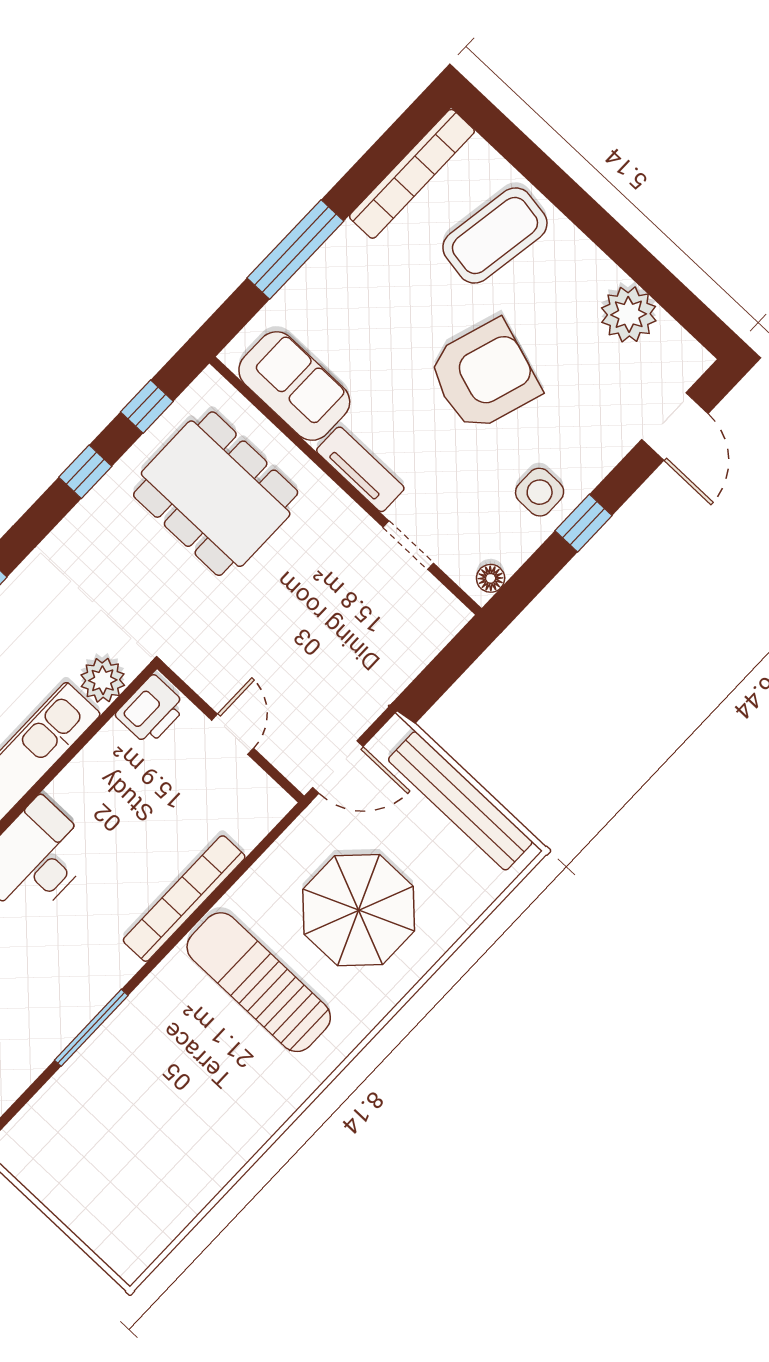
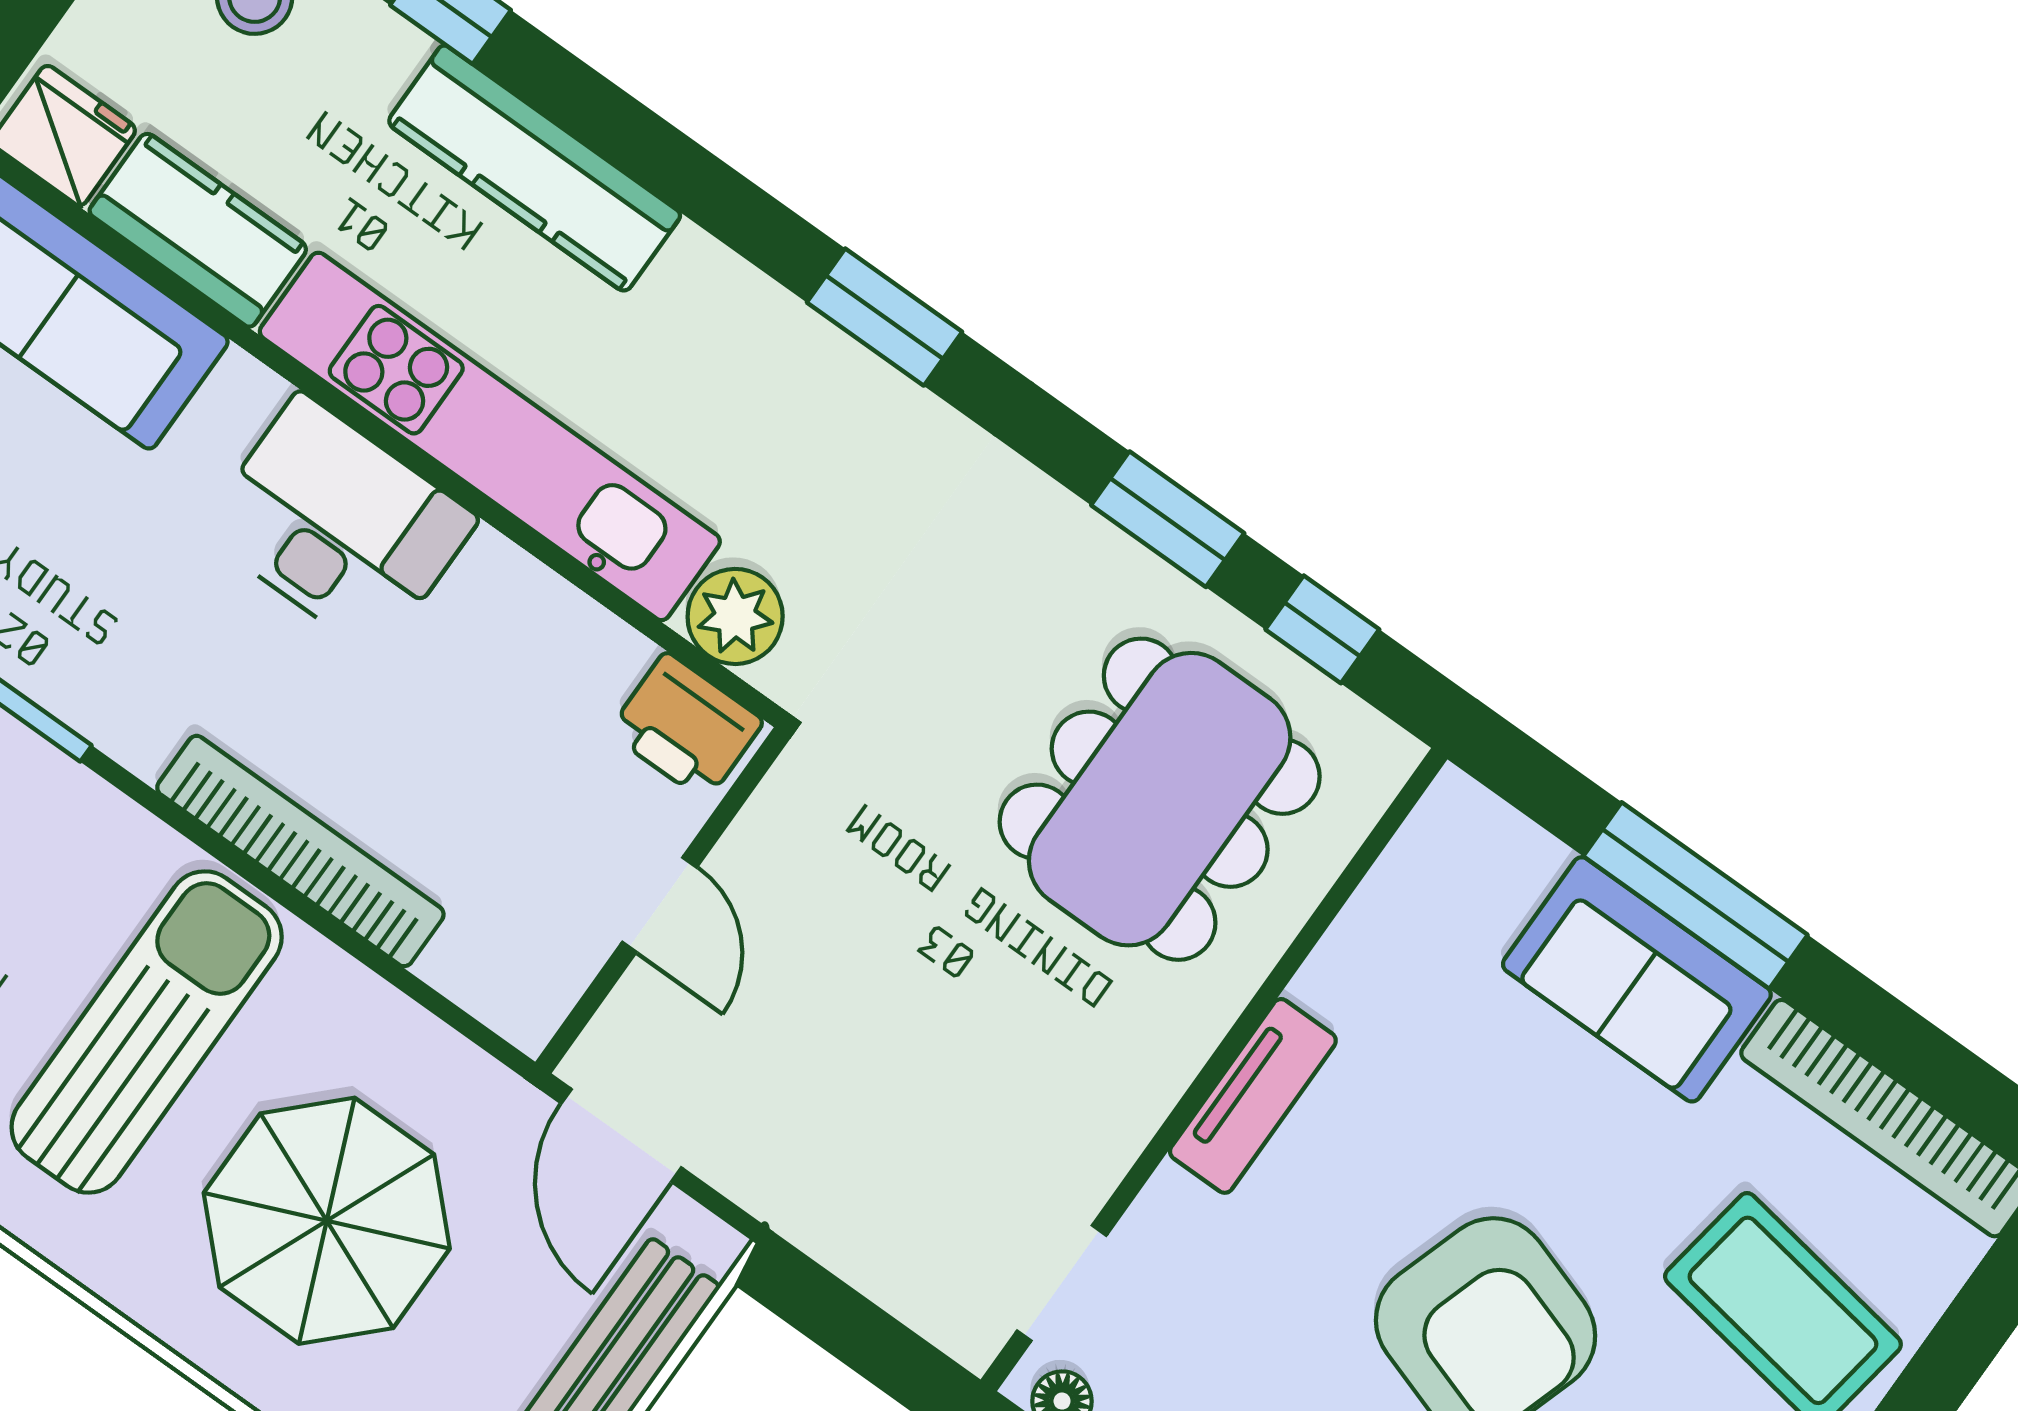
sofa: (294, 386) -> (1637, 979), moved, turned 90
window: (85, 472) -> (1168, 519), width x1.50
doorway: (408, 545) -> (1062, 1283), moved
door: (233, 734) -> (660, 905), hinge flipped

